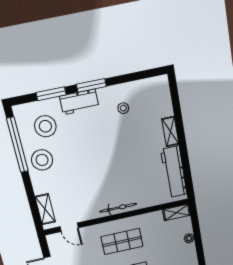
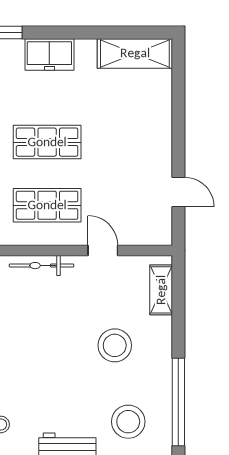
stool: (42, 160) -> (115, 345), moved
door: (69, 227) -> (103, 250), moved

